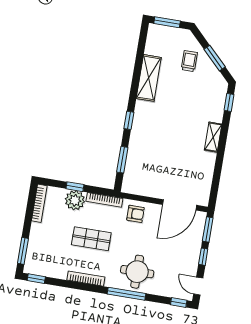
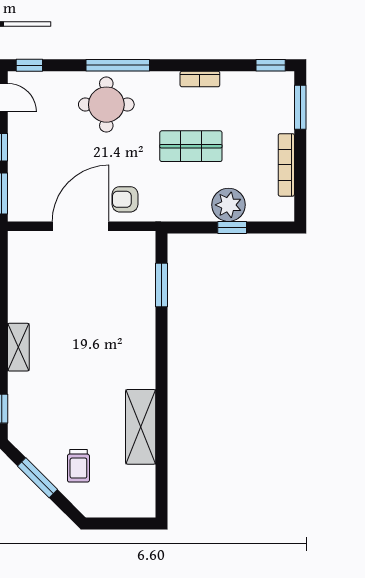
window: (167, 22) -> (126, 524), removed
window: (129, 120) -> (162, 351), removed
bookcase: (104, 200) -> (180, 214), removed
bookcase: (39, 203) -> (286, 165), moved
door: (180, 205) -> (81, 226), moved
bookcase: (86, 279) -> (200, 79), width x0.64

